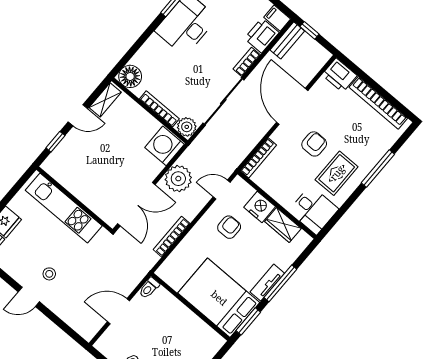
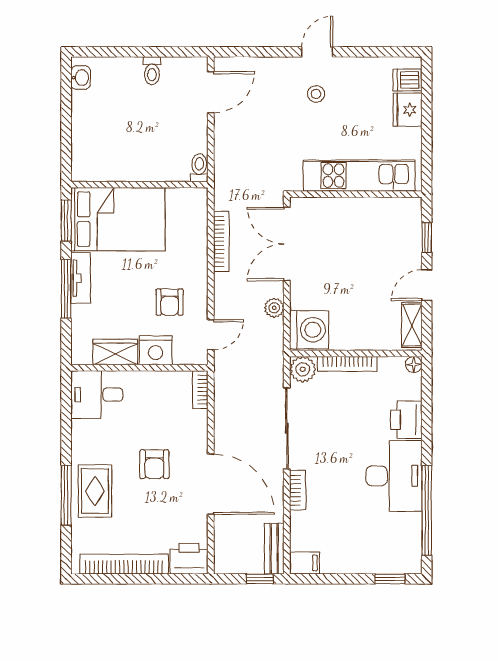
printer: (262, 36) -> (406, 420), moved, turned 180
floor lamp: (130, 76) -> (414, 365), width x0.53, depth x0.53
bookcase: (258, 158) -> (200, 390), width x0.64
rug: (337, 173) -> (95, 491), moved
plant: (178, 179) -> (274, 308), width x0.53, depth x0.53
door: (118, 311) -> (211, 92), moved

